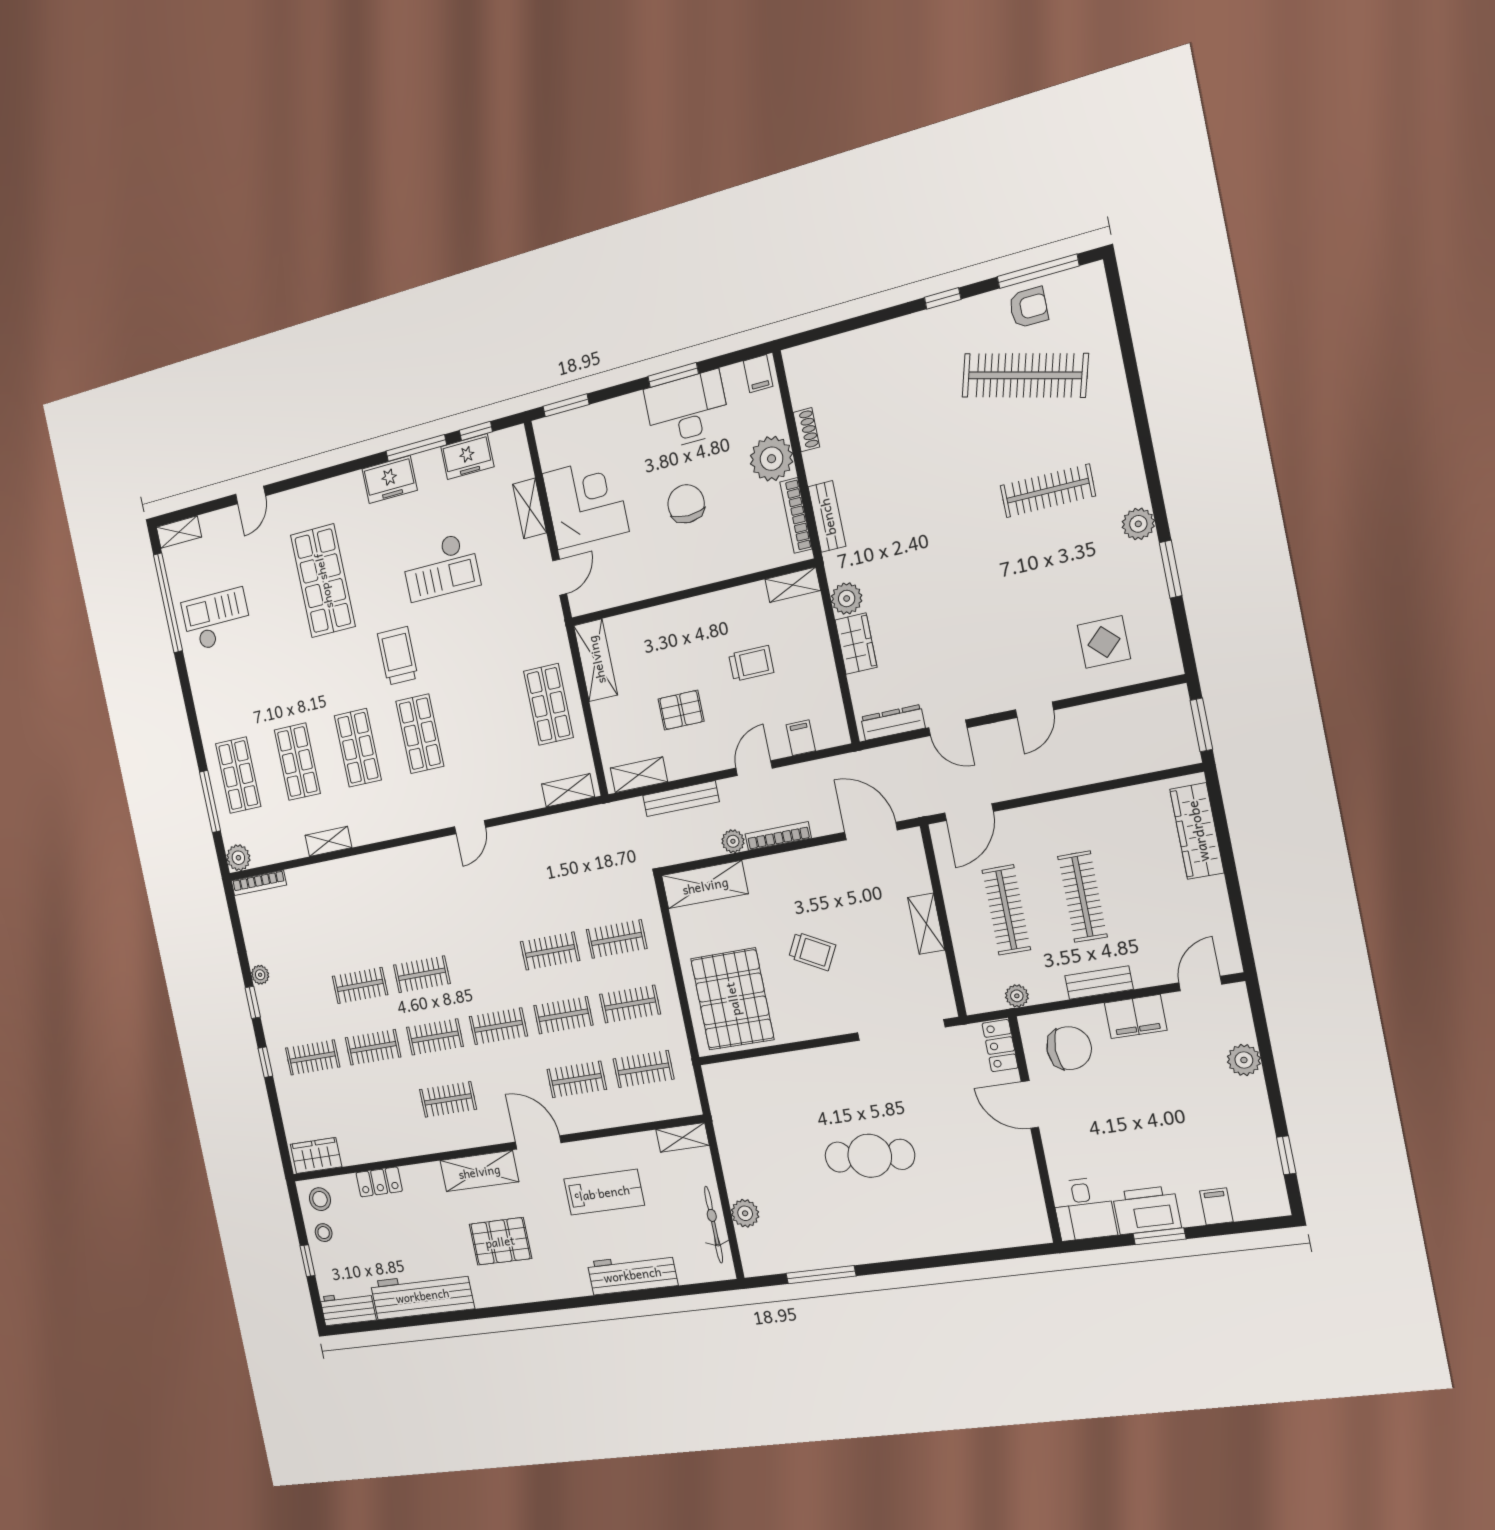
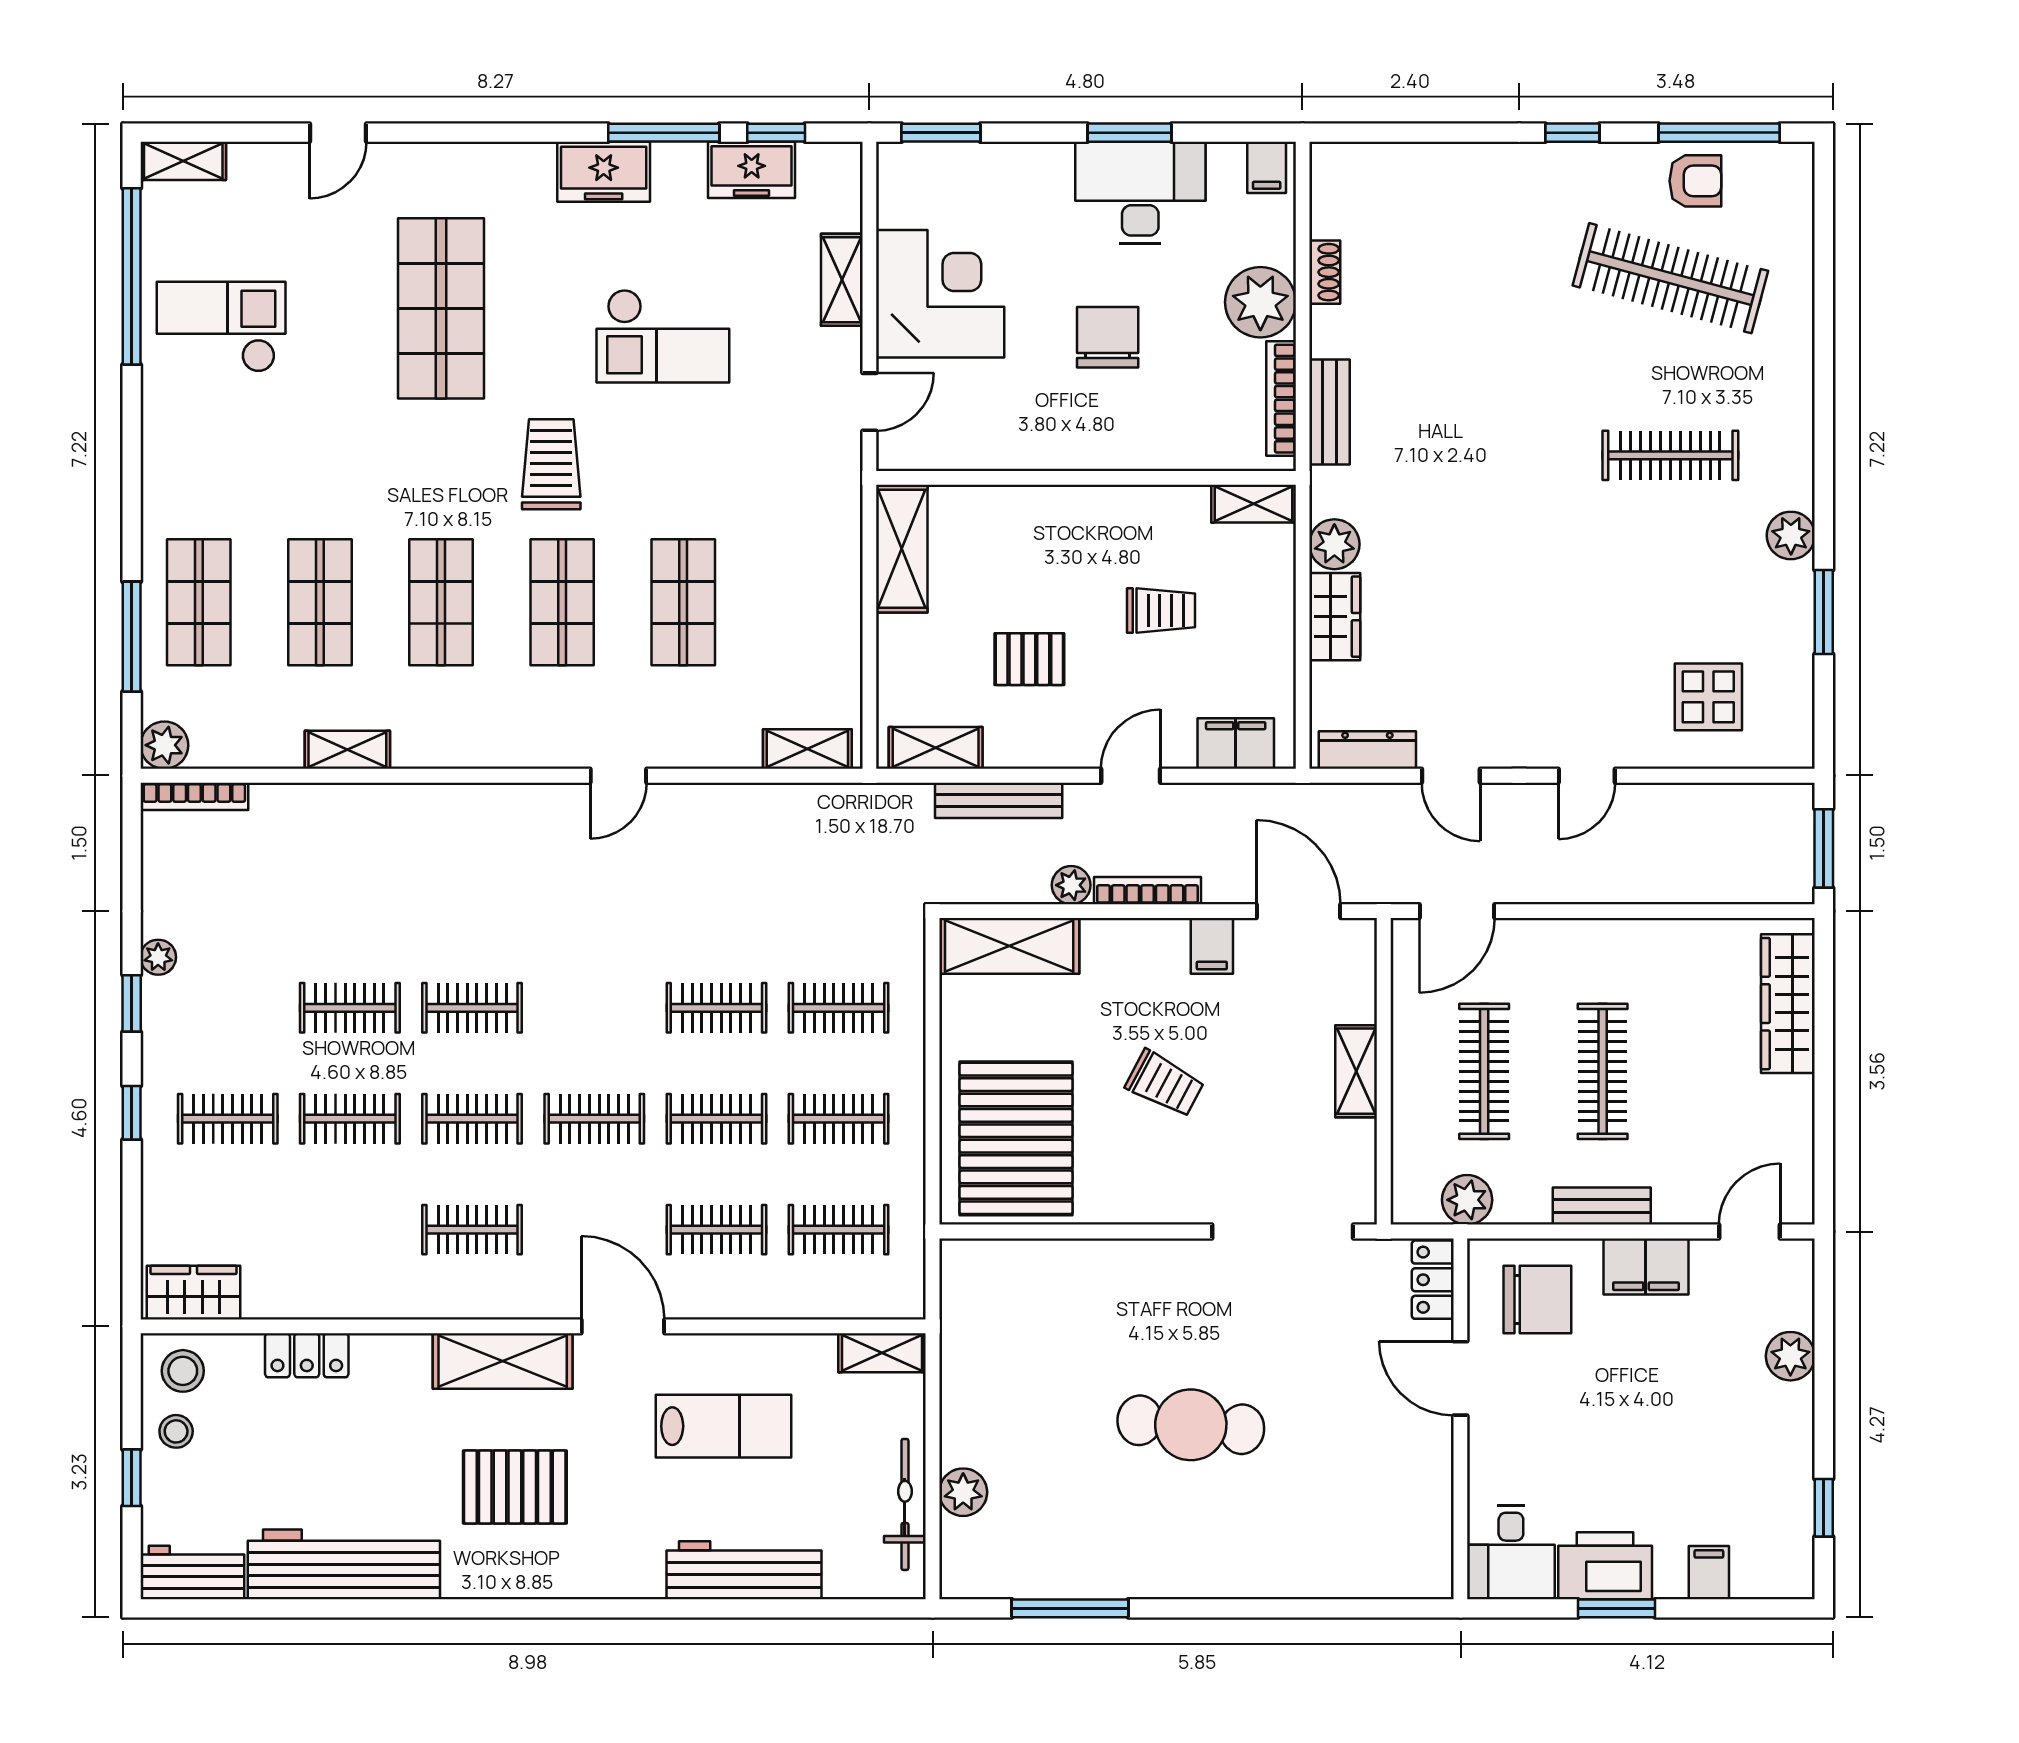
shop shelf: (549, 704) -> (683, 602), moved
filing cabinet: (801, 738) -> (1236, 744), width x2.00
filing cabinet: (823, 862) -> (1212, 946), added
plant: (1017, 996) -> (1467, 1200), width x1.38, depth x1.38

